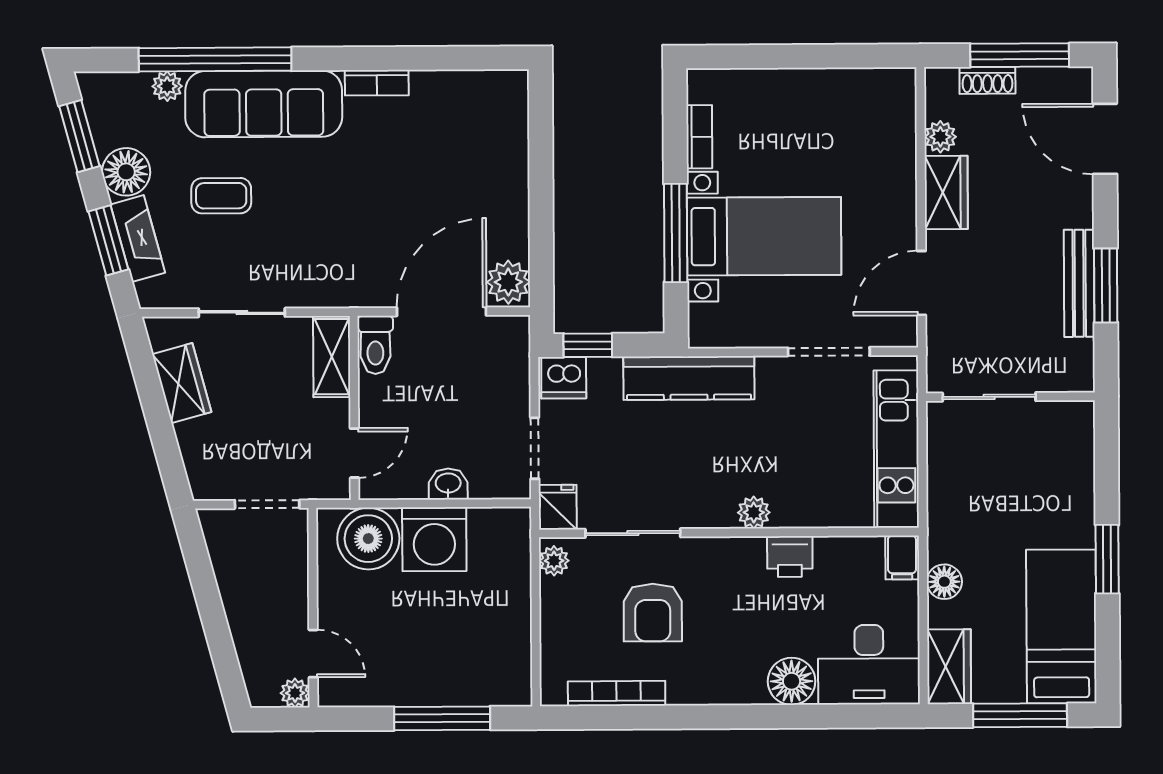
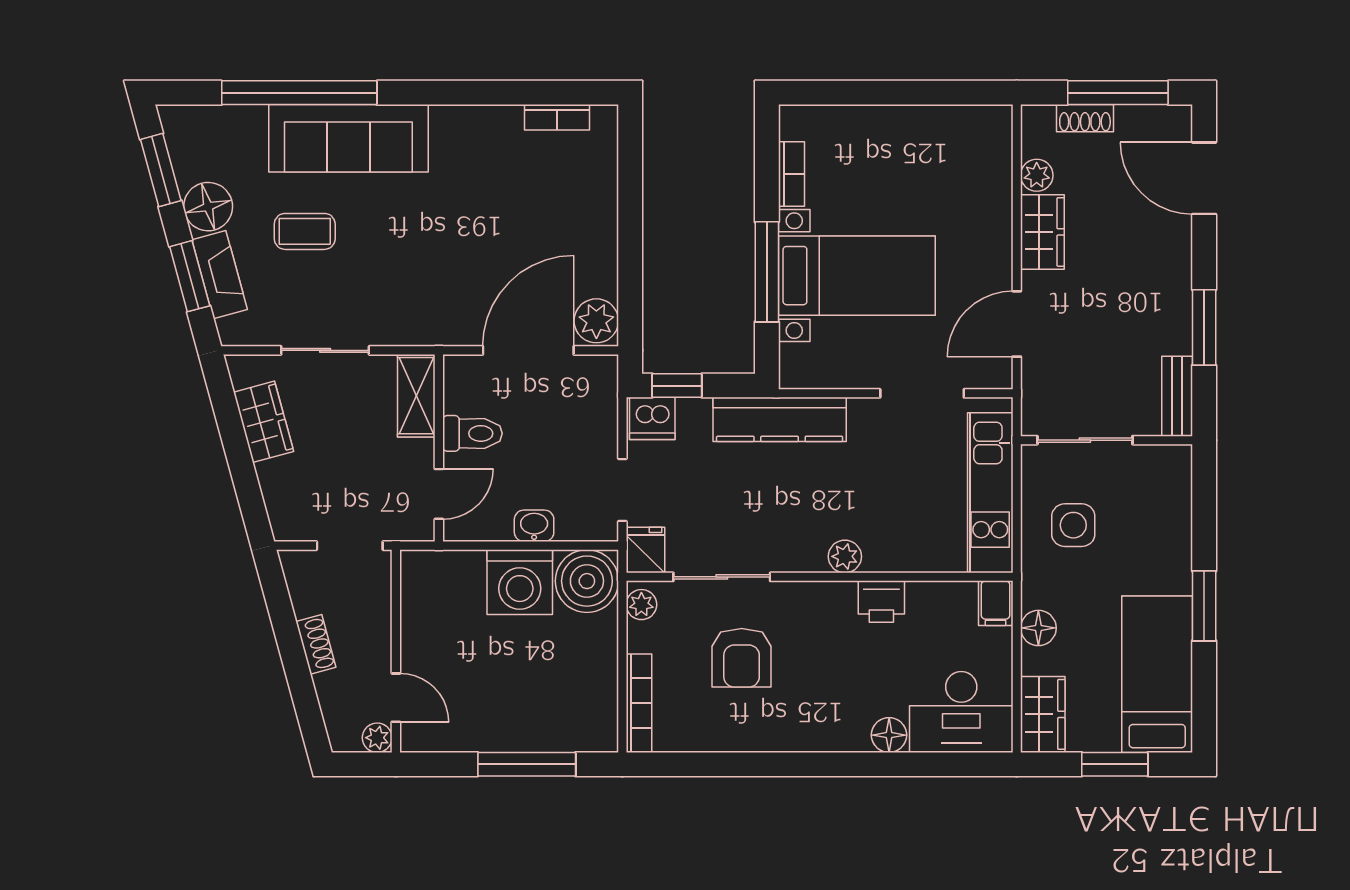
bookcase: (377, 83) -> (557, 117), moved
plant: (167, 86) -> (250, 120), removed
bench: (1079, 283) -> (1177, 396), moved, width x0.73
toilet: (375, 345) -> (472, 433), moved, turned -90
side table: (978, 480) -> (1073, 525), added
boiler: (368, 539) -> (587, 581), moved
shoe rack: (234, 602) -> (316, 644), added
floor lamp: (792, 681) -> (889, 735), width x0.73, depth x0.73
bookcase: (617, 693) -> (639, 703), moved, turned 90
window: (1020, 715) -> (1115, 764), width x0.69

